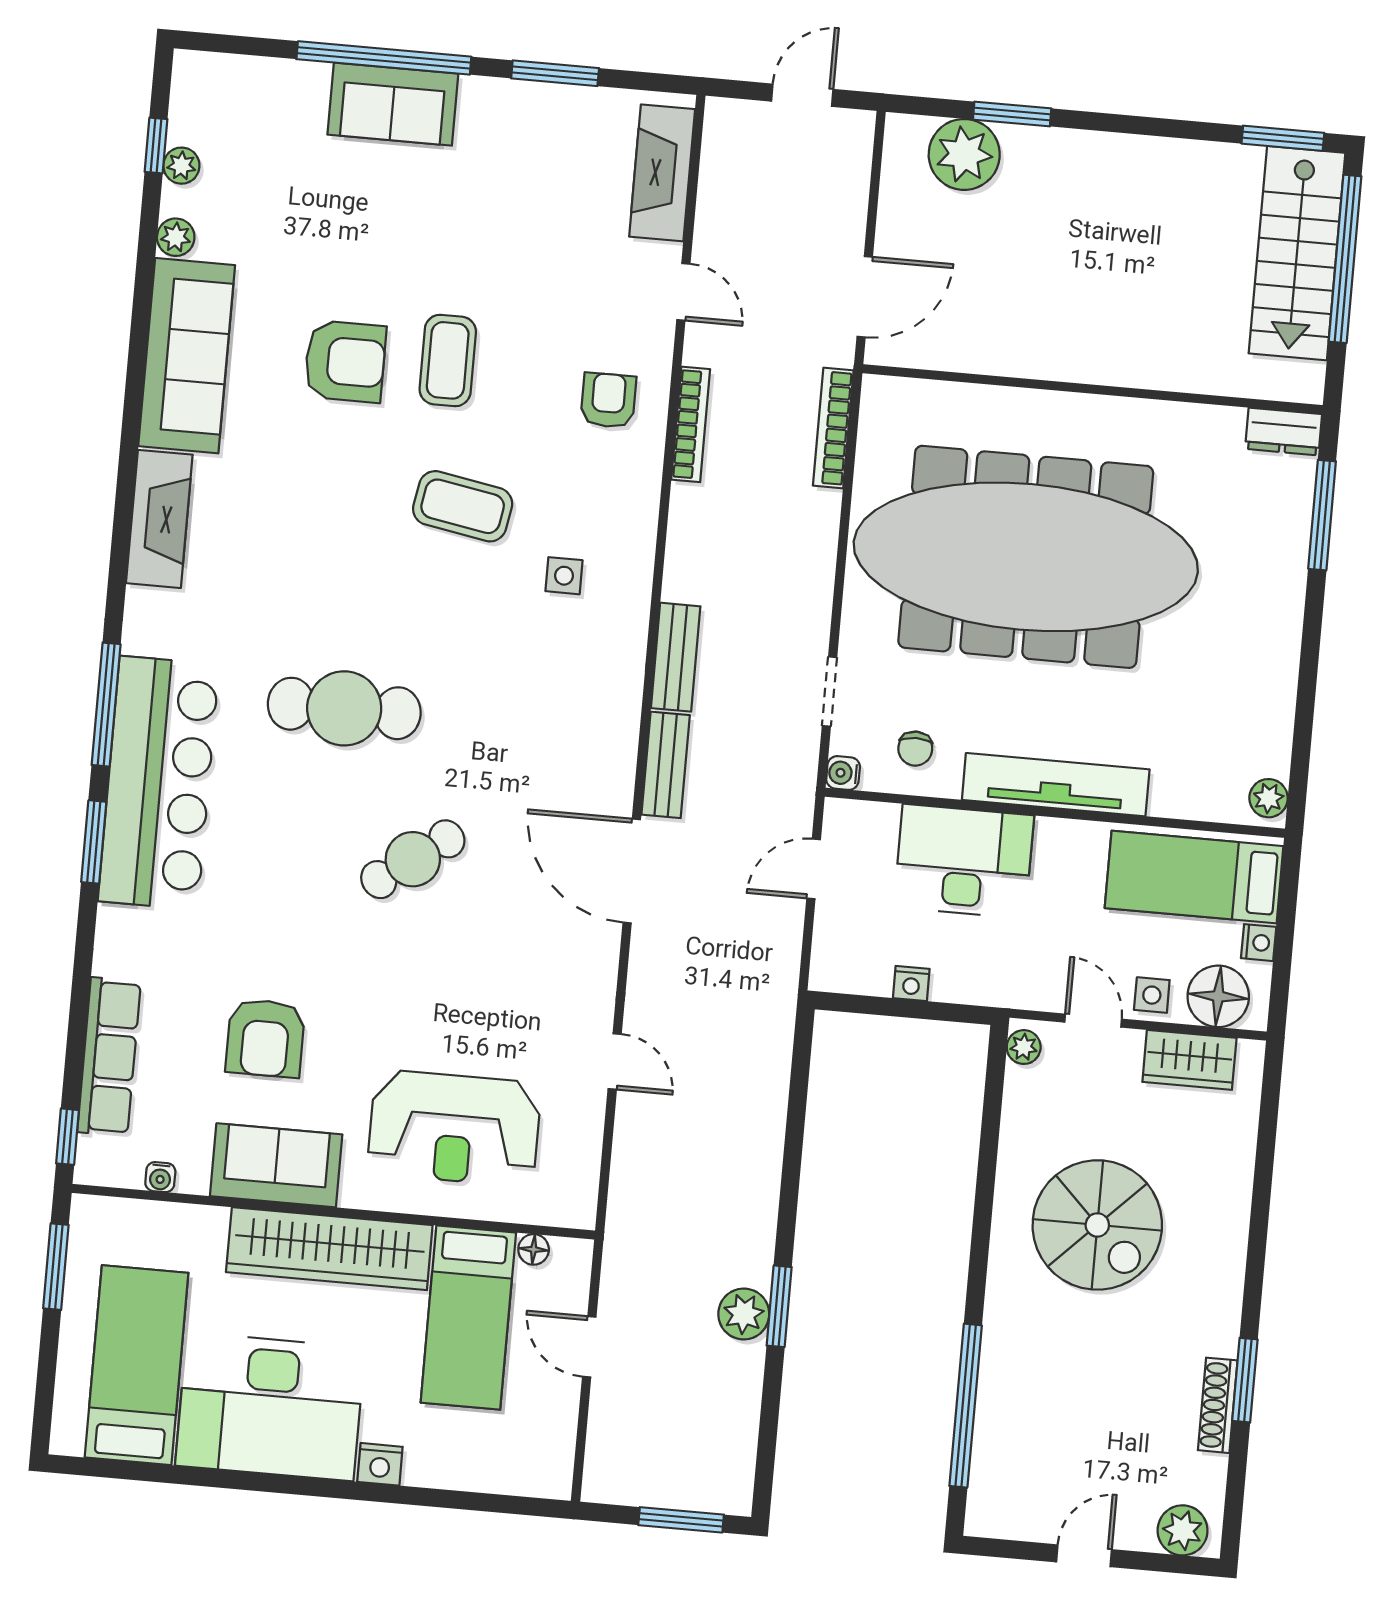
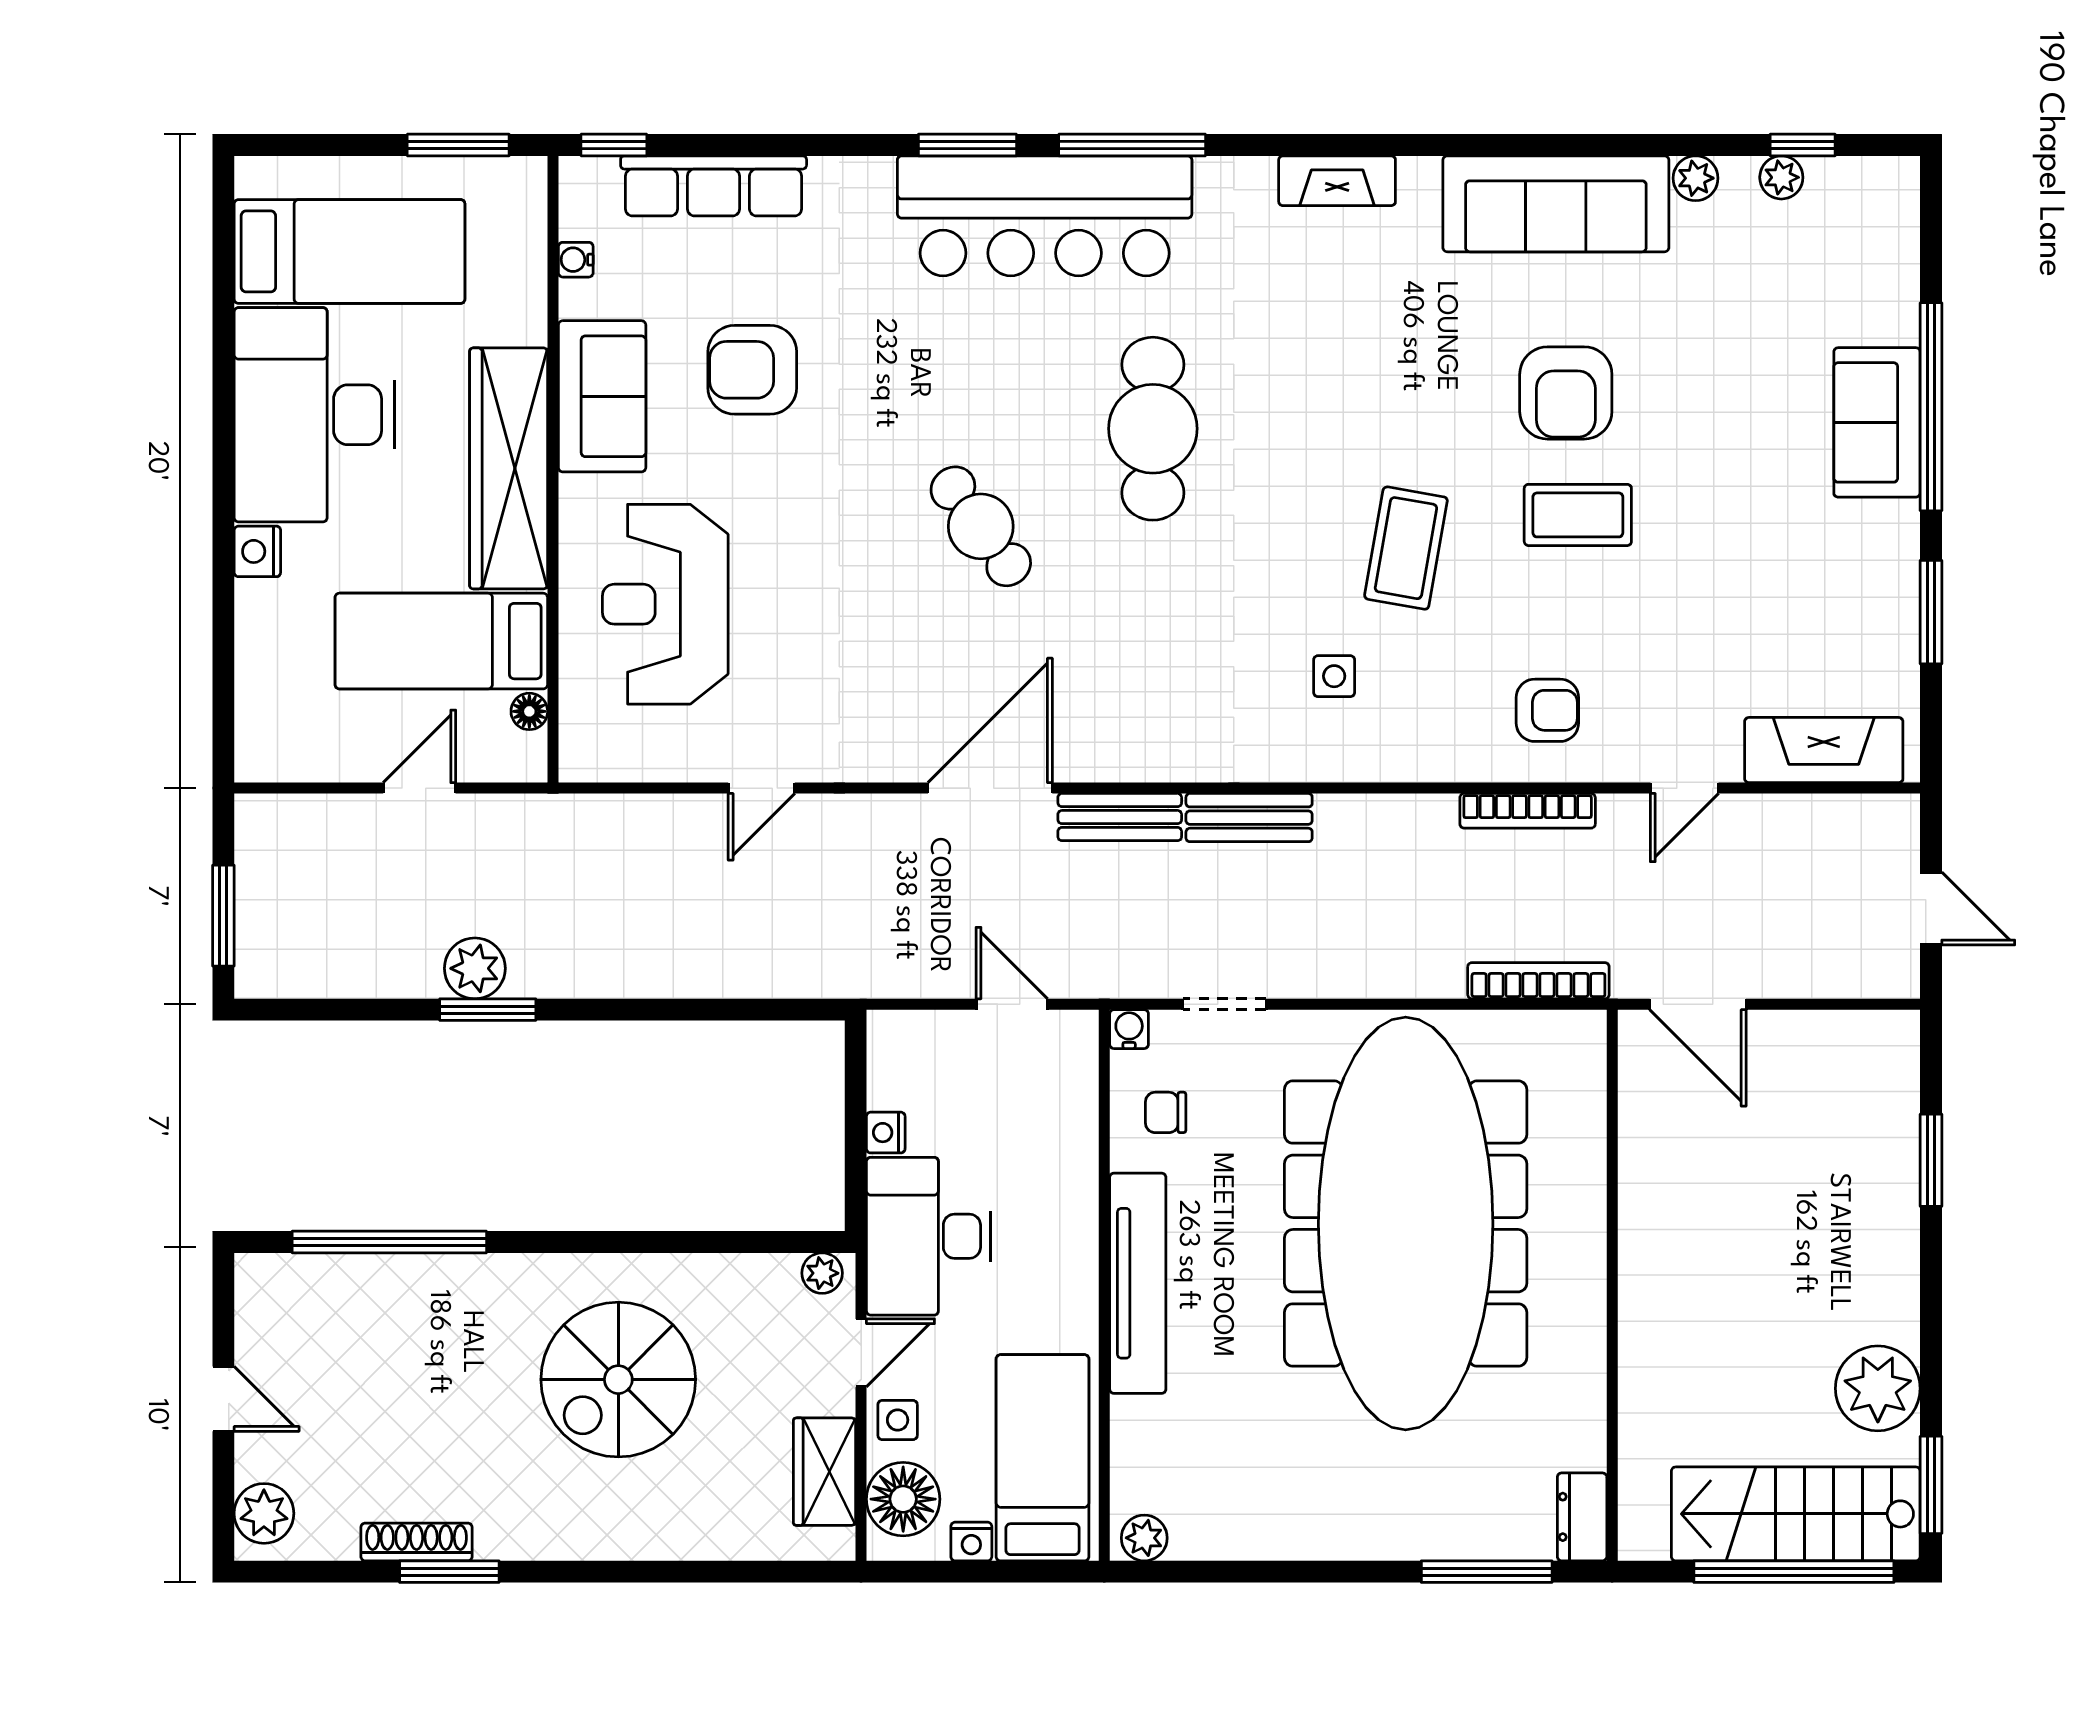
plant: (964, 154) -> (1878, 1388), moved
fireplace: (159, 519) -> (1337, 181), width x0.73, depth x0.76
desk: (964, 861) -> (928, 1236), moved, turned 180

